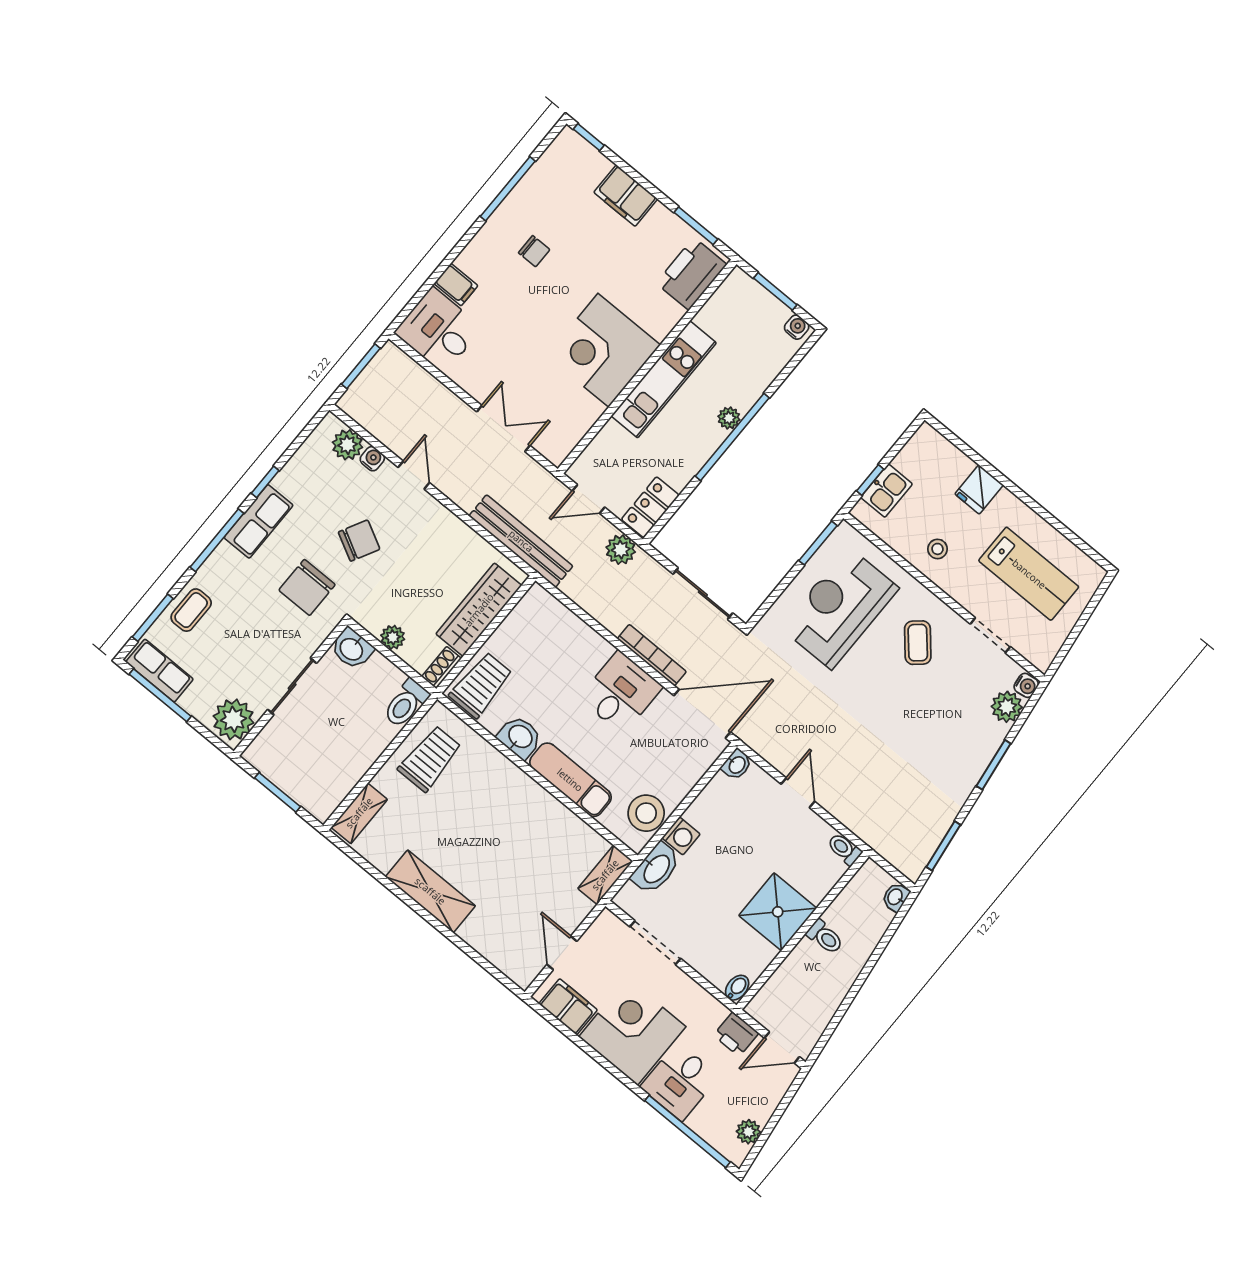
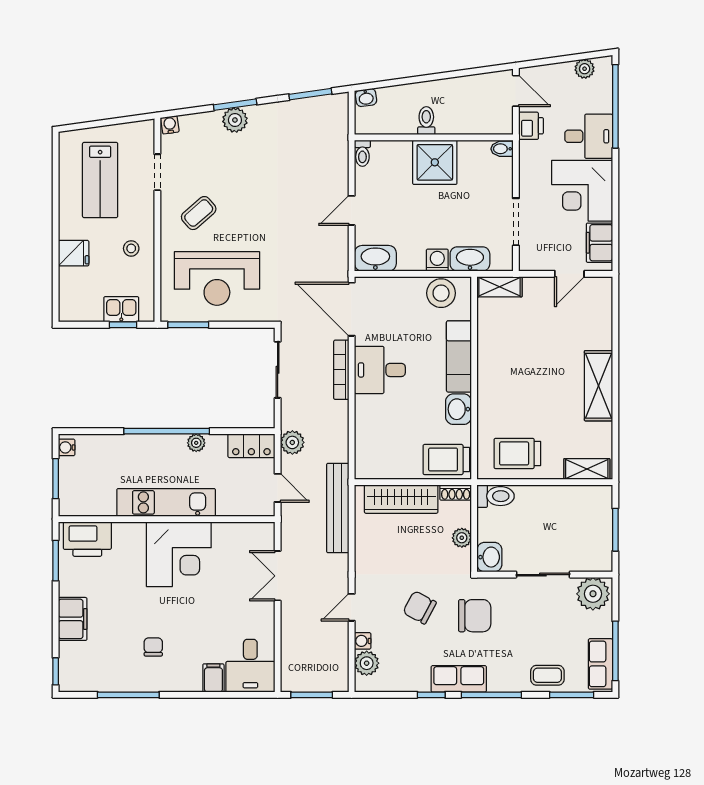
plant: (729, 418) -> (196, 443), moved
lab bench: (1029, 574) -> (100, 180), turned 180
plant: (1007, 707) -> (235, 120), moved
washbasin: (737, 765) -> (375, 258), width x1.91, depth x1.45

